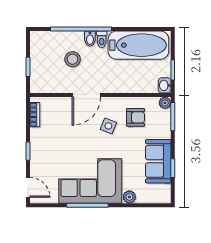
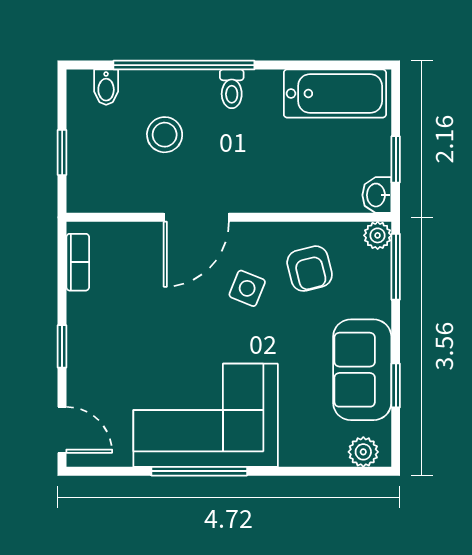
bidet: (90, 39) -> (106, 87), moved
bathtub: (138, 45) -> (335, 94), width x0.73, depth x0.73
armchair: (135, 117) -> (310, 269), turned 76
plant: (129, 197) -> (363, 452), moved

